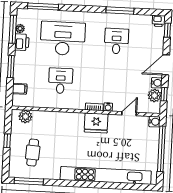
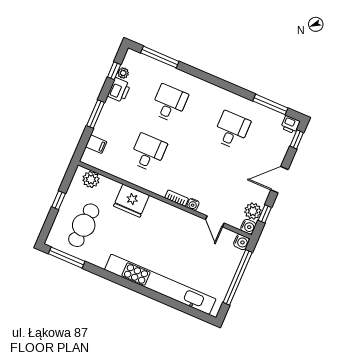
window: (120, 10) -> (270, 104), moved
window: (13, 29) -> (114, 71), width x0.46
desk: (63, 38) -> (169, 103), width x0.53, depth x0.77
water cooler: (157, 83) -> (248, 227), moved
door: (129, 114) -> (215, 221), swing flipped
fridge: (96, 123) -> (131, 201), moved
cafe table: (33, 153) -> (84, 225), width x1.37, depth x1.35

